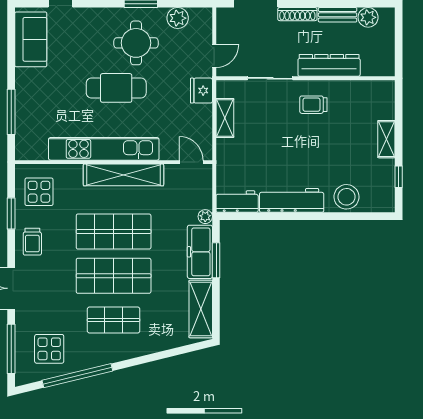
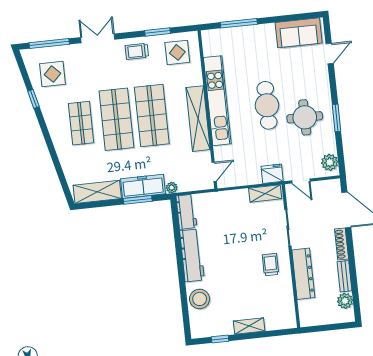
plant: (178, 18) -> (330, 162), moved
shelving: (225, 118) -> (265, 194), moved
window: (77, 376) -> (33, 99), width x0.32

